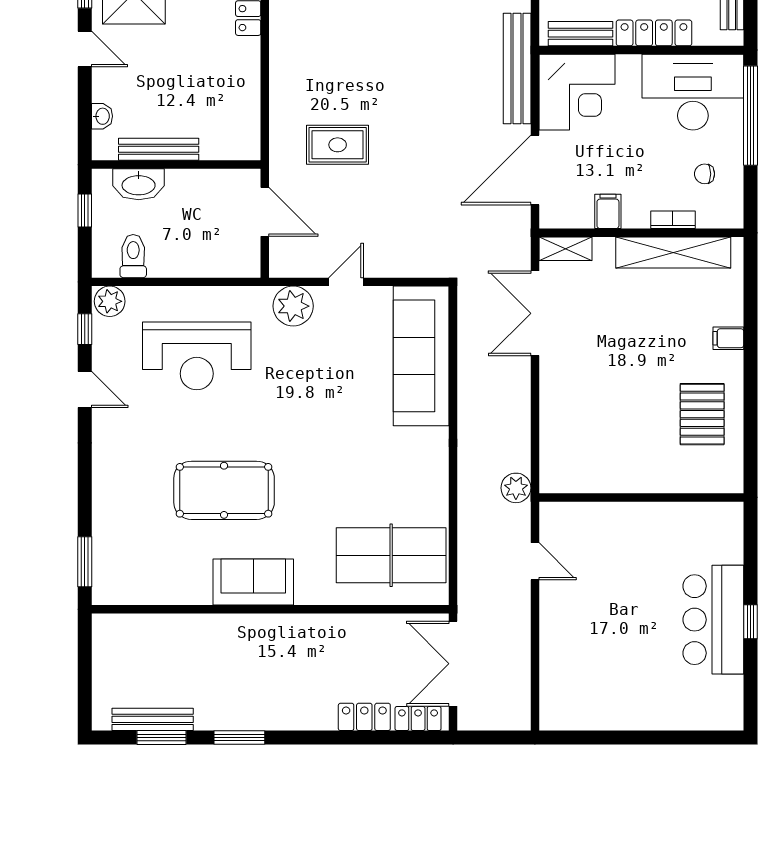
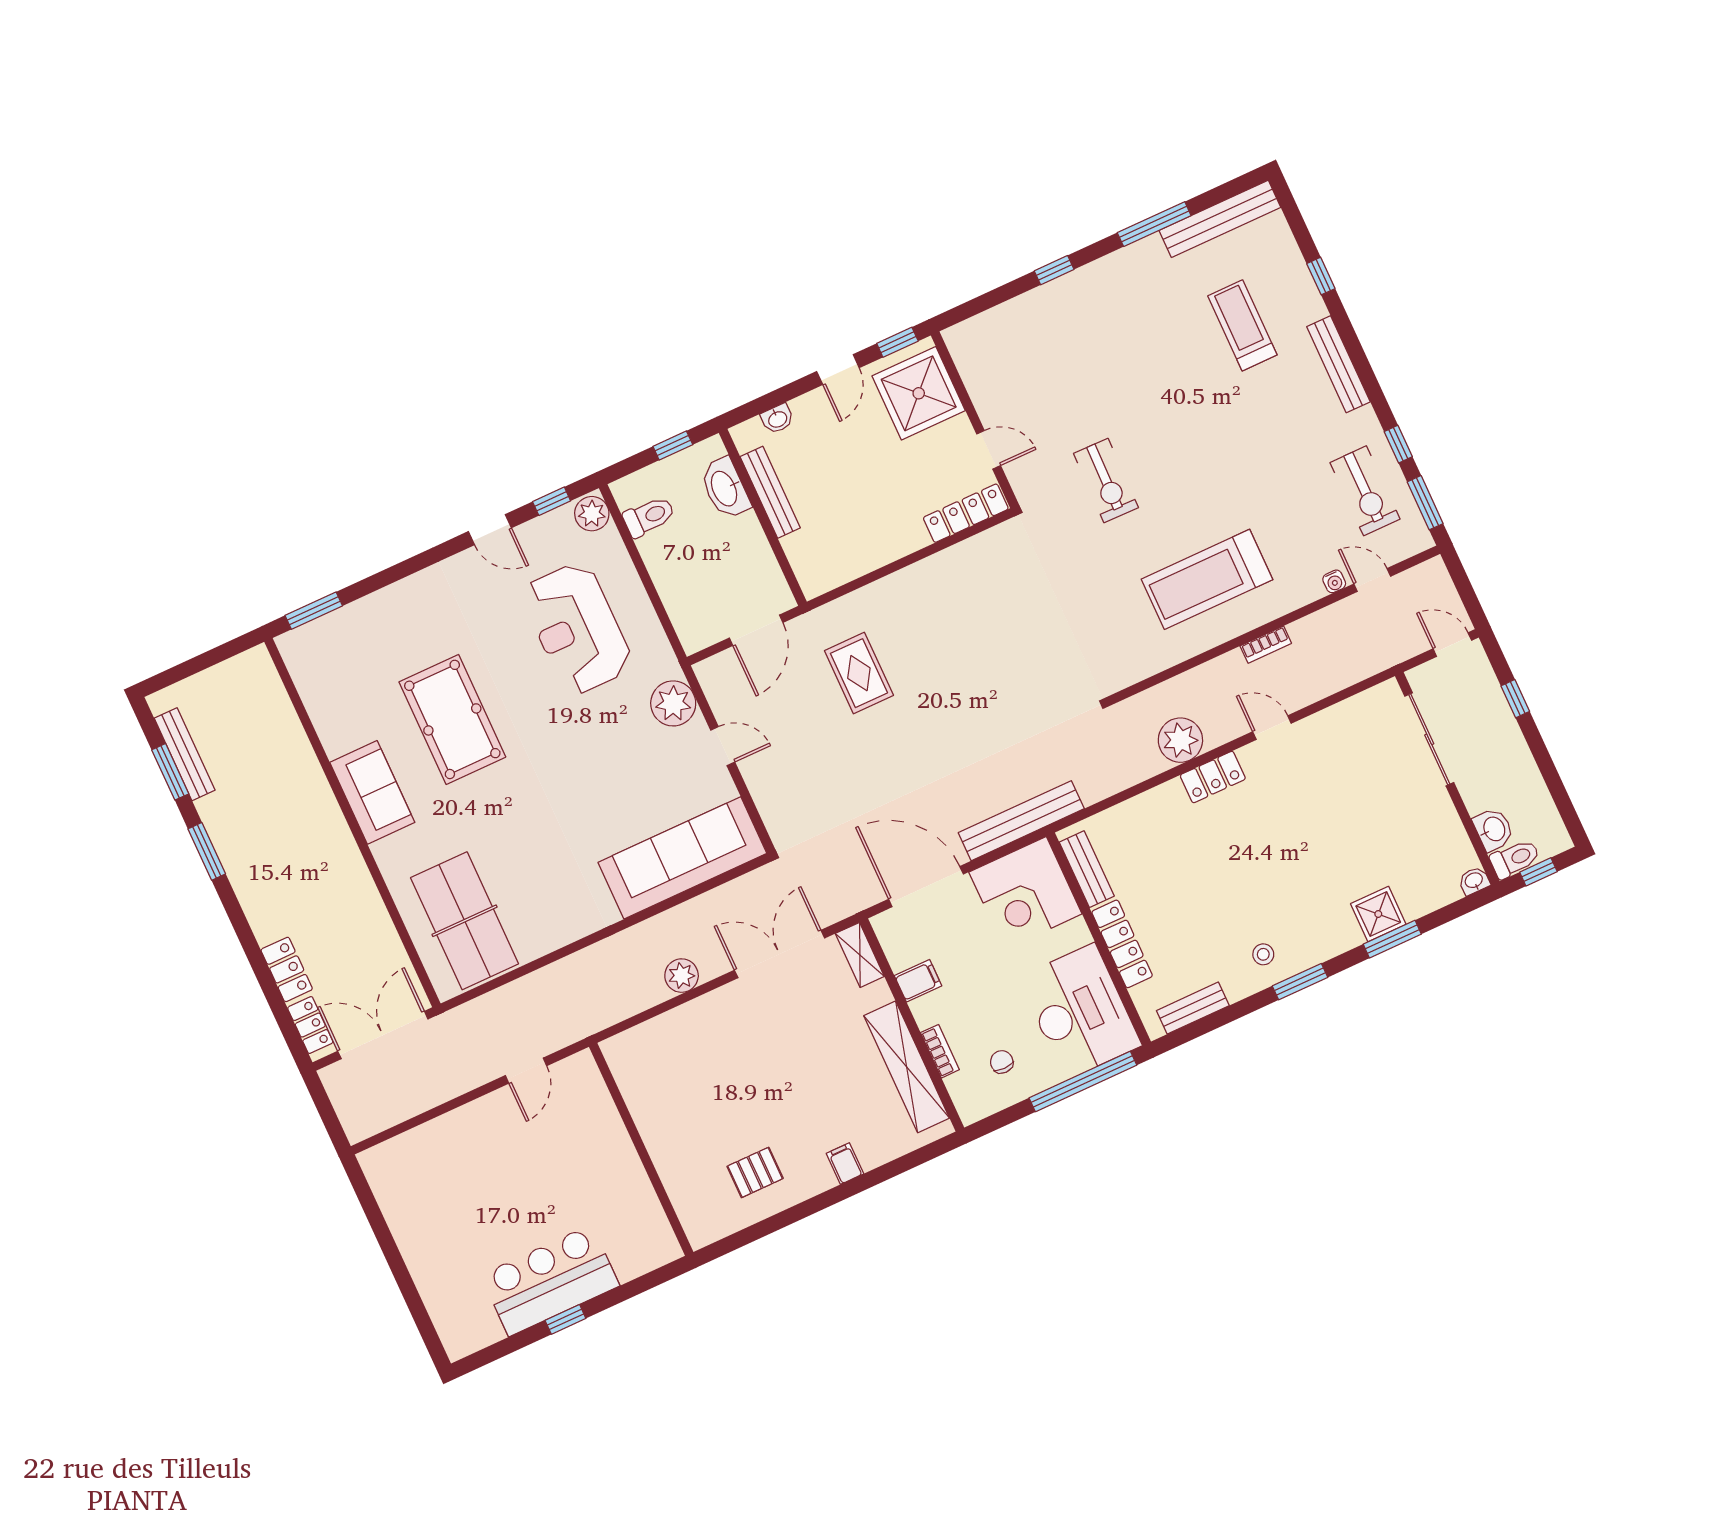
door: (85, 389) -> (490, 530), hinge flipped
pallet: (702, 414) -> (755, 1172), width x0.67, depth x0.71
plant: (516, 488) -> (682, 976), moved

